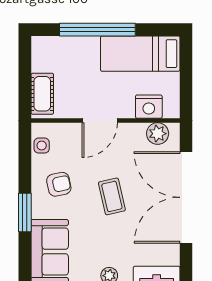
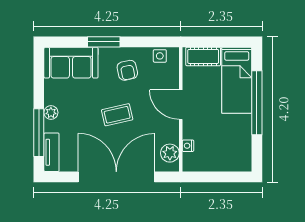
bed: (140, 54) -> (237, 80), moved, turned 180
nightstand: (149, 107) -> (188, 146), width x0.53, depth x0.56

